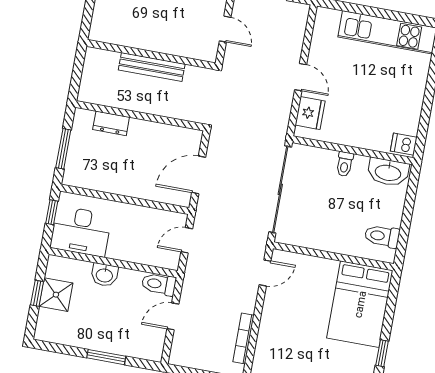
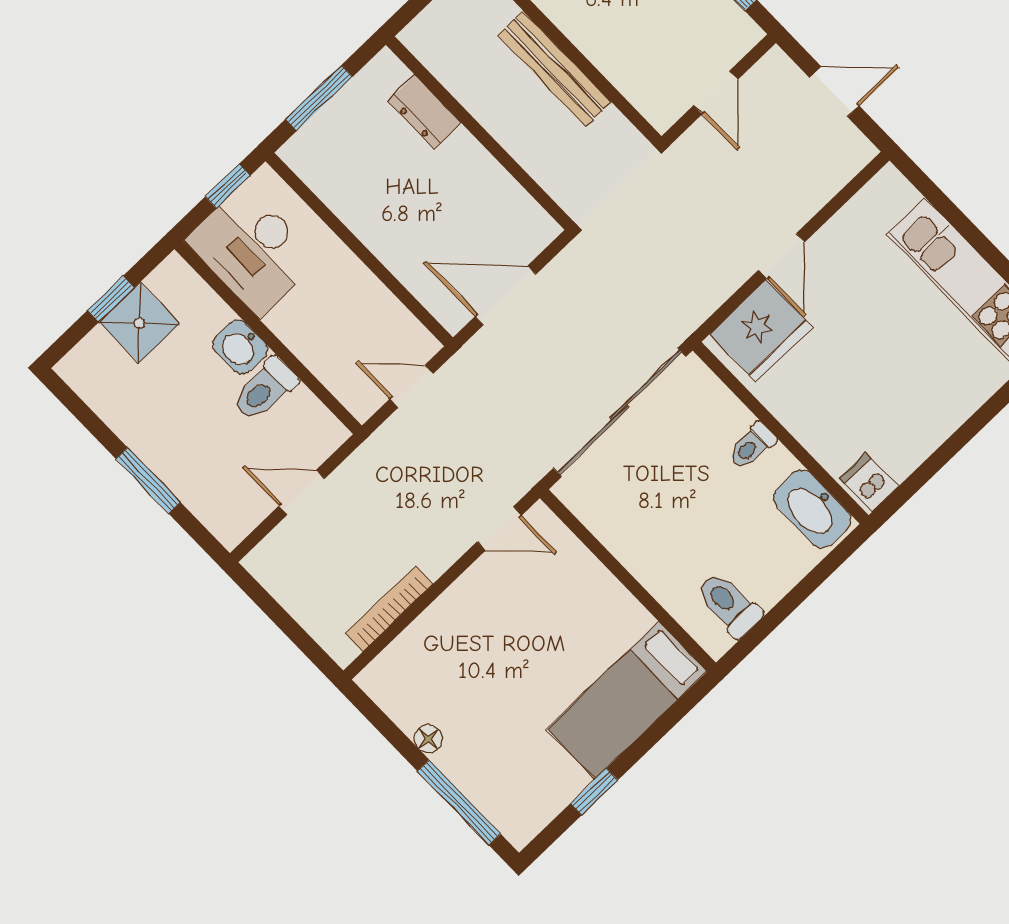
fridge: (310, 113) -> (761, 331), width x1.36, depth x1.34
toilet: (159, 284) -> (265, 389), moved, turned -90
bed: (360, 304) -> (627, 700), width x0.67

